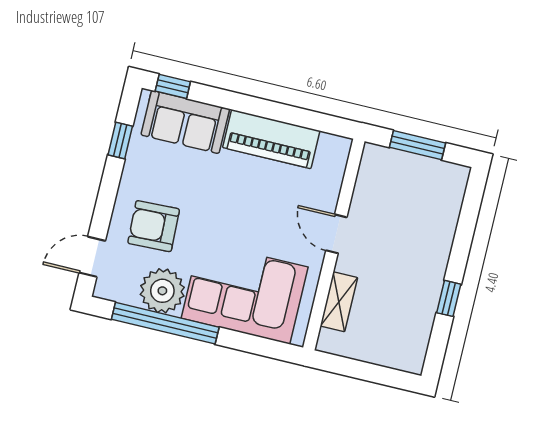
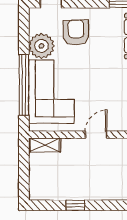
shelving: (339, 302) -> (45, 145), moved
window: (165, 323) -> (24, 85), moved

